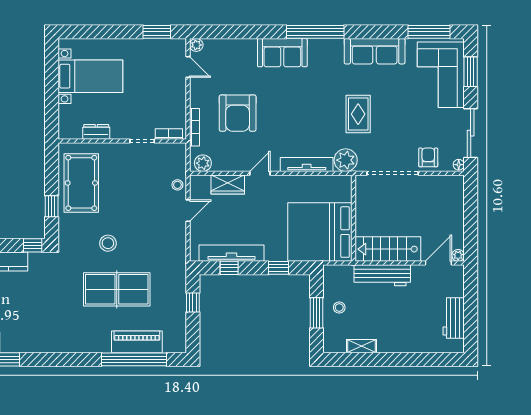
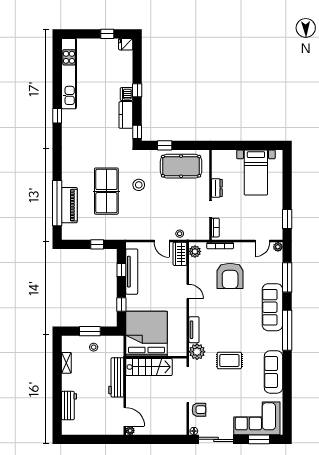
window: (429, 32) -> (287, 277), moved
sofa: (282, 53) -> (272, 307), width x1.36
armchair: (238, 113) -> (230, 276), turned -90
dresser: (96, 132) -> (217, 188), moved
tv unit: (307, 164) -> (194, 330), width x0.71
wardrobe: (228, 184) -> (180, 254), moved
stairs: (388, 249) -> (149, 367), moved, turned 90
workbench: (454, 318) -> (69, 406), moved, turned 90

